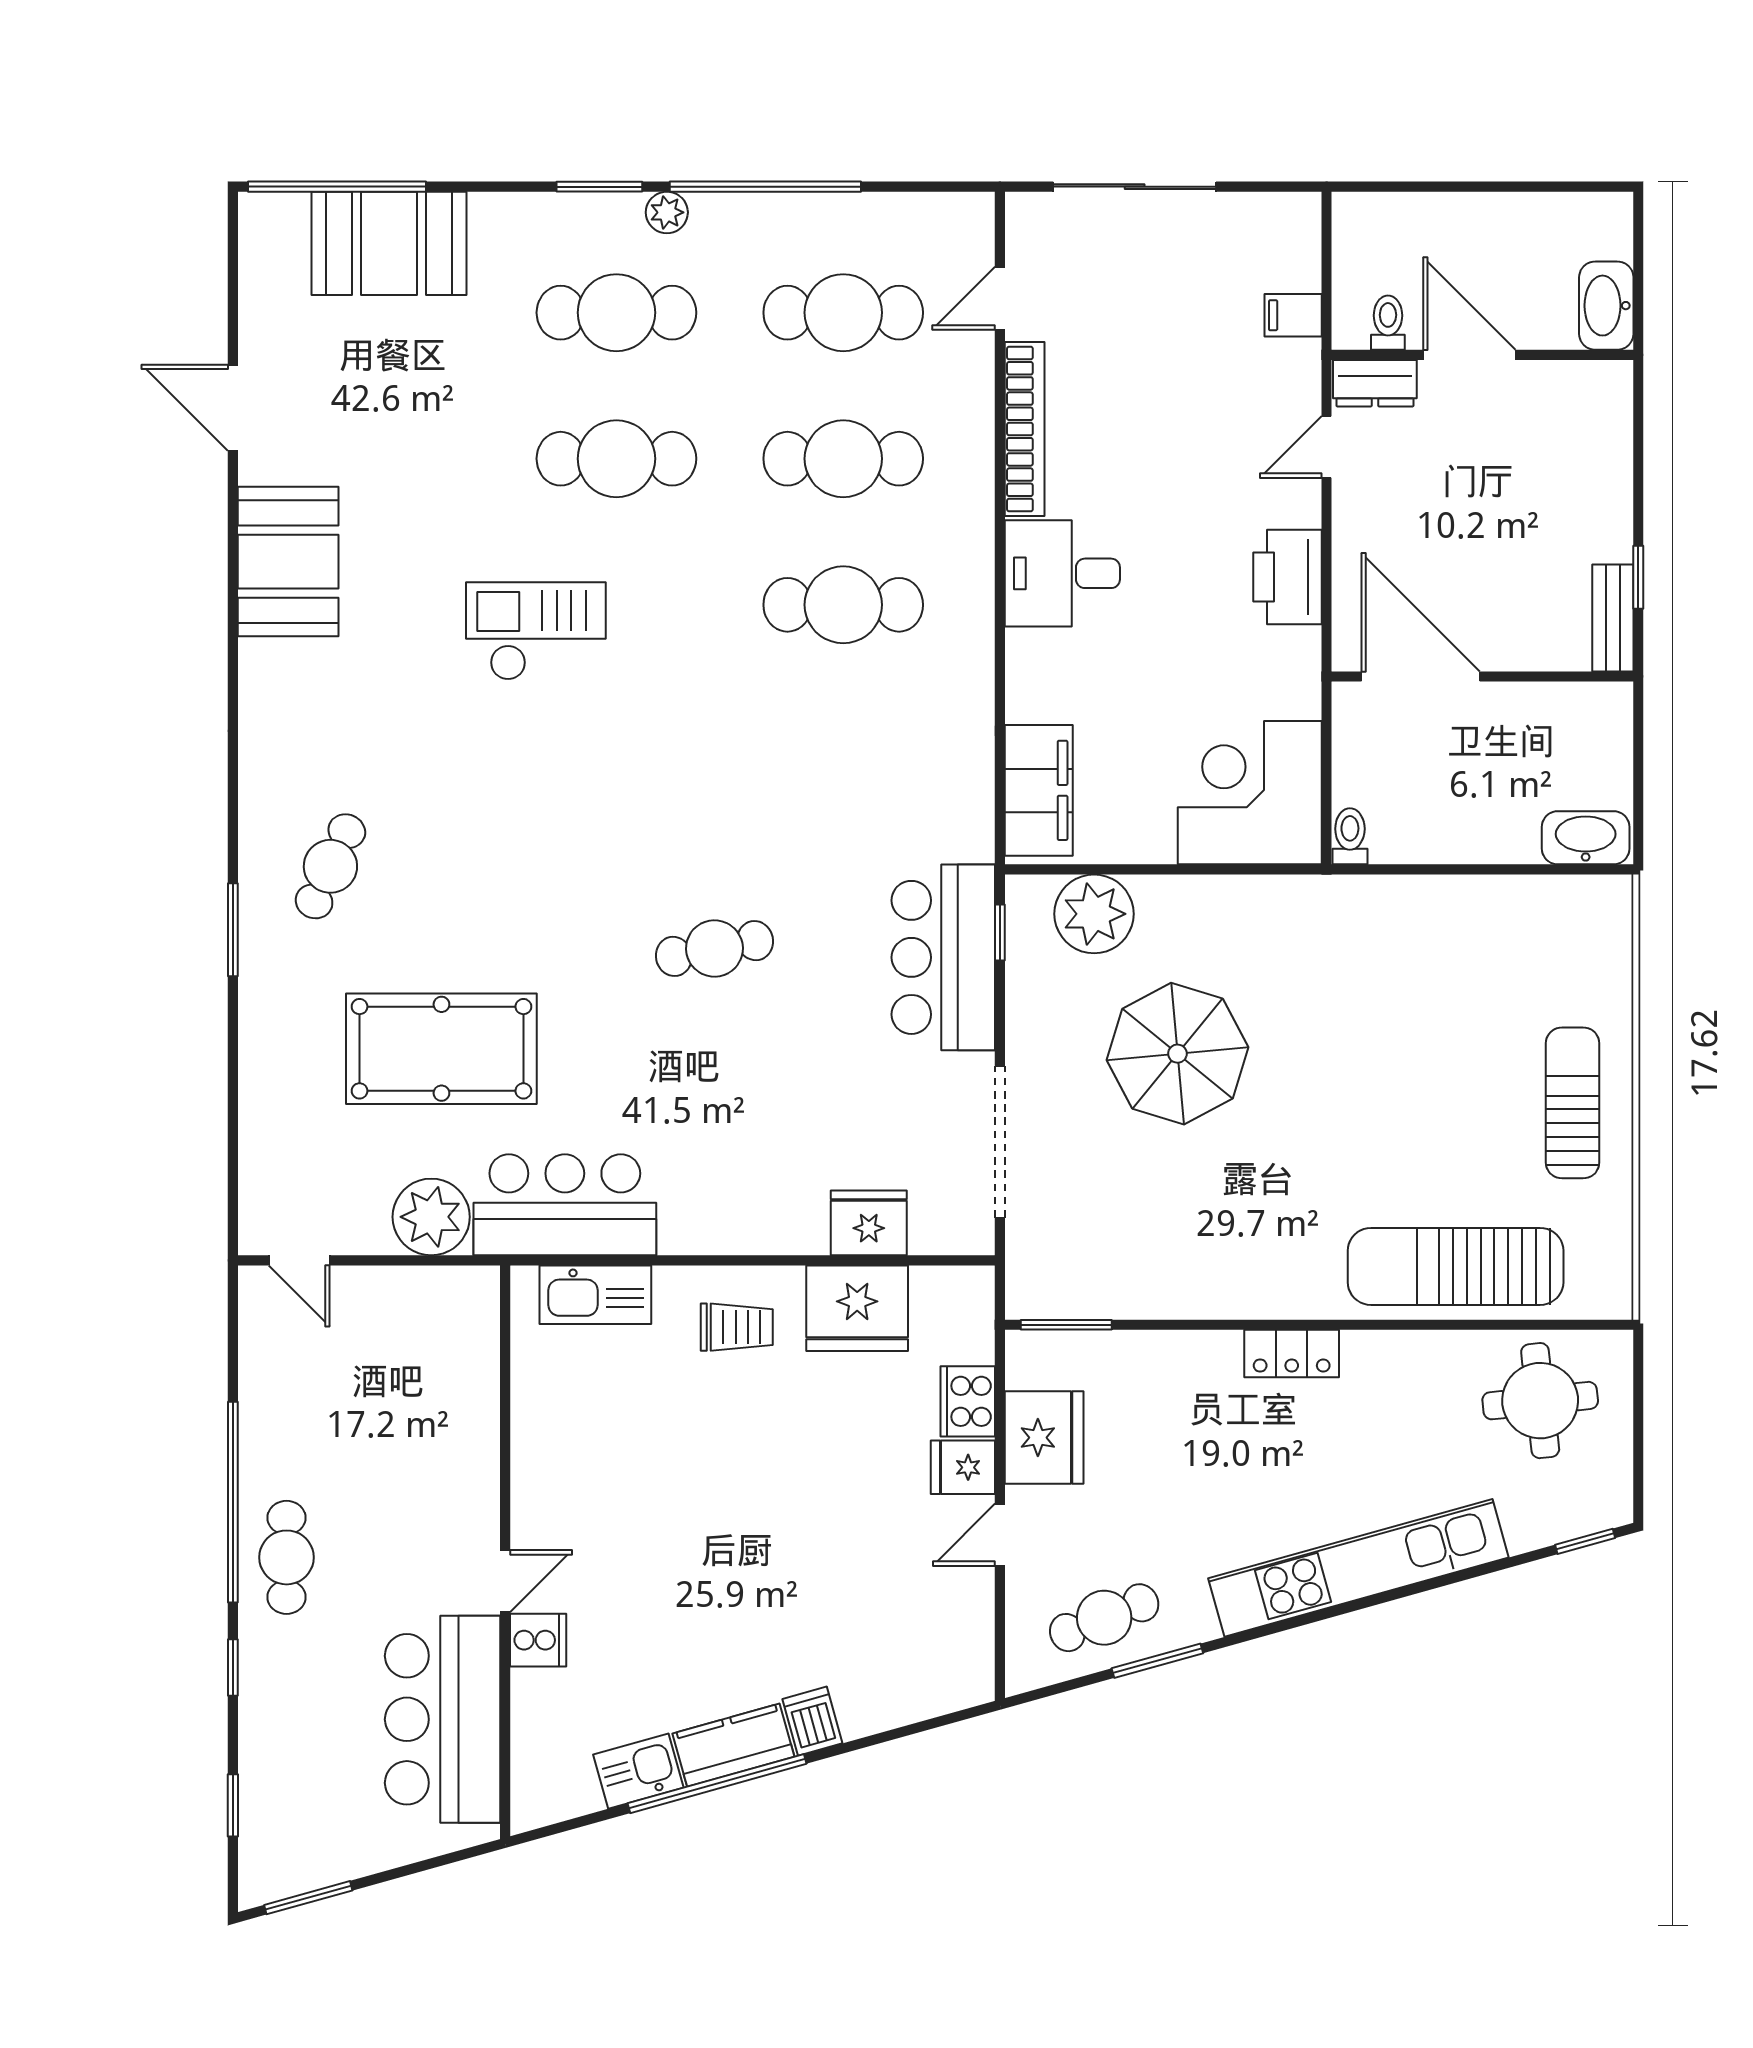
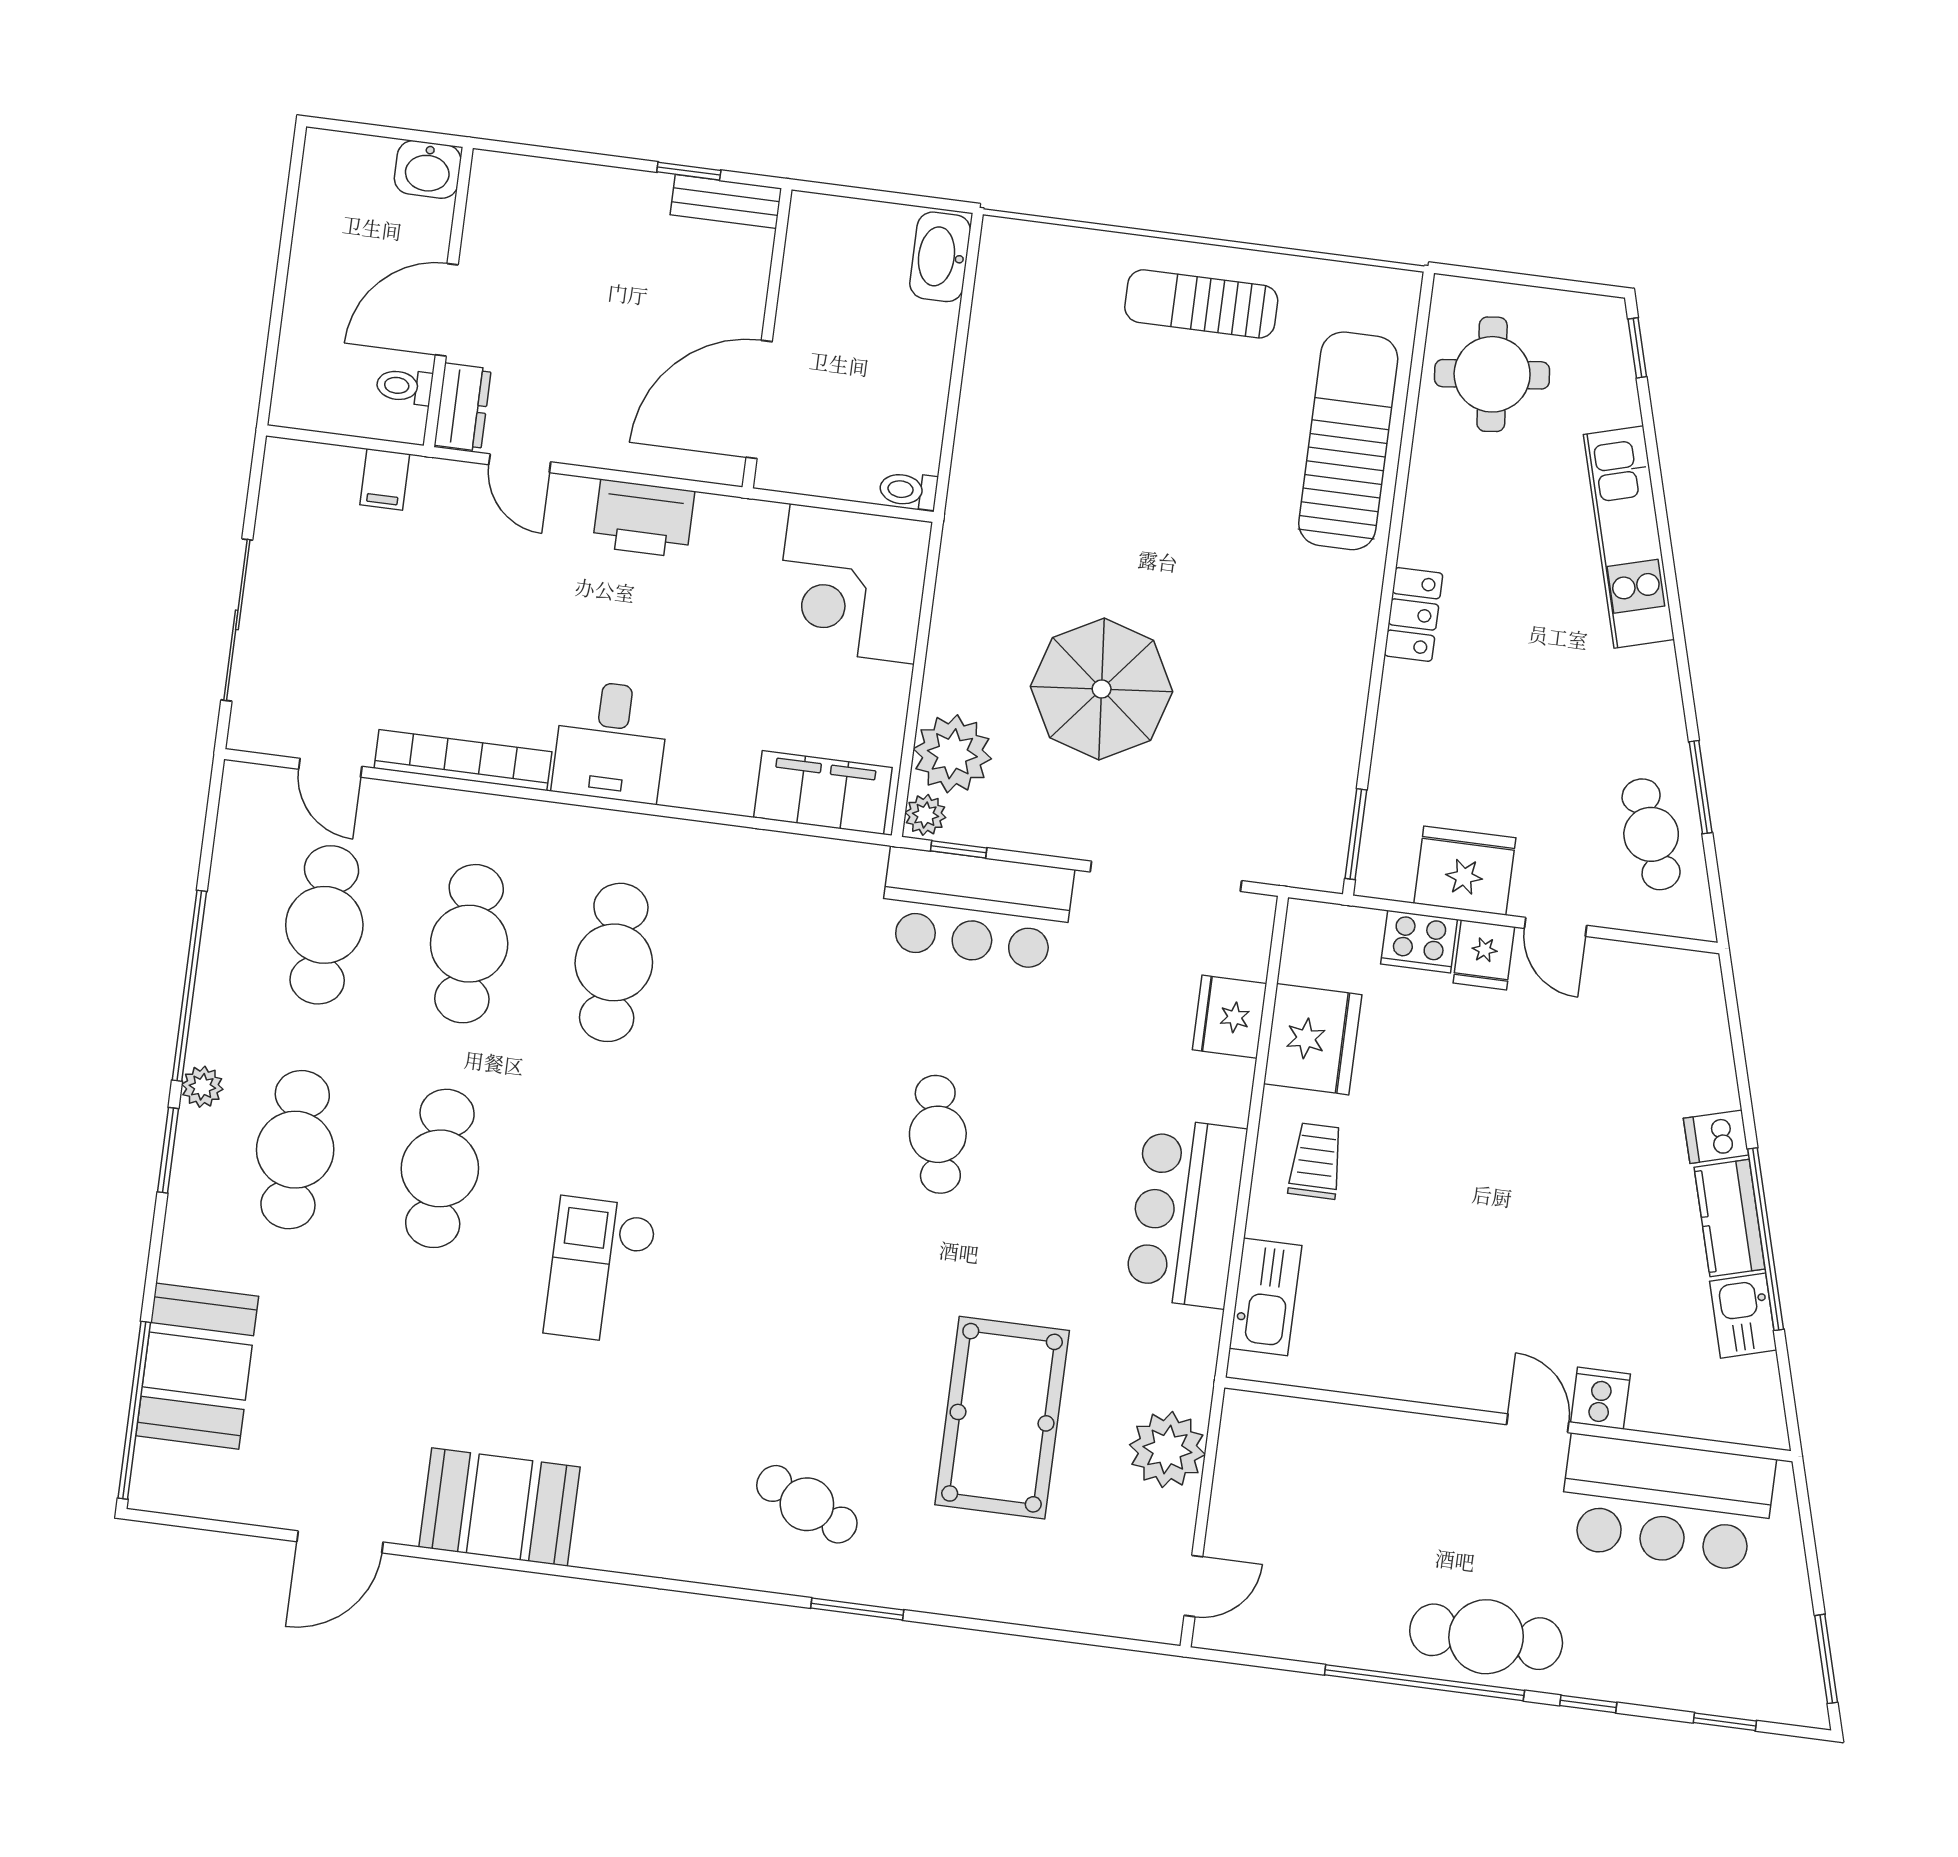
washbasin: (1606, 306) -> (428, 169), width x0.72
plant: (1030, 895) -> (925, 815), added
bar counter: (565, 1205) -> (1186, 1213), moved
sun lounger: (1456, 1266) -> (1348, 441), turned 180
cafe table: (287, 1557) -> (1486, 1637), width x1.37, depth x1.35
kitchen unit: (1358, 1568) -> (1629, 537), width x0.73

